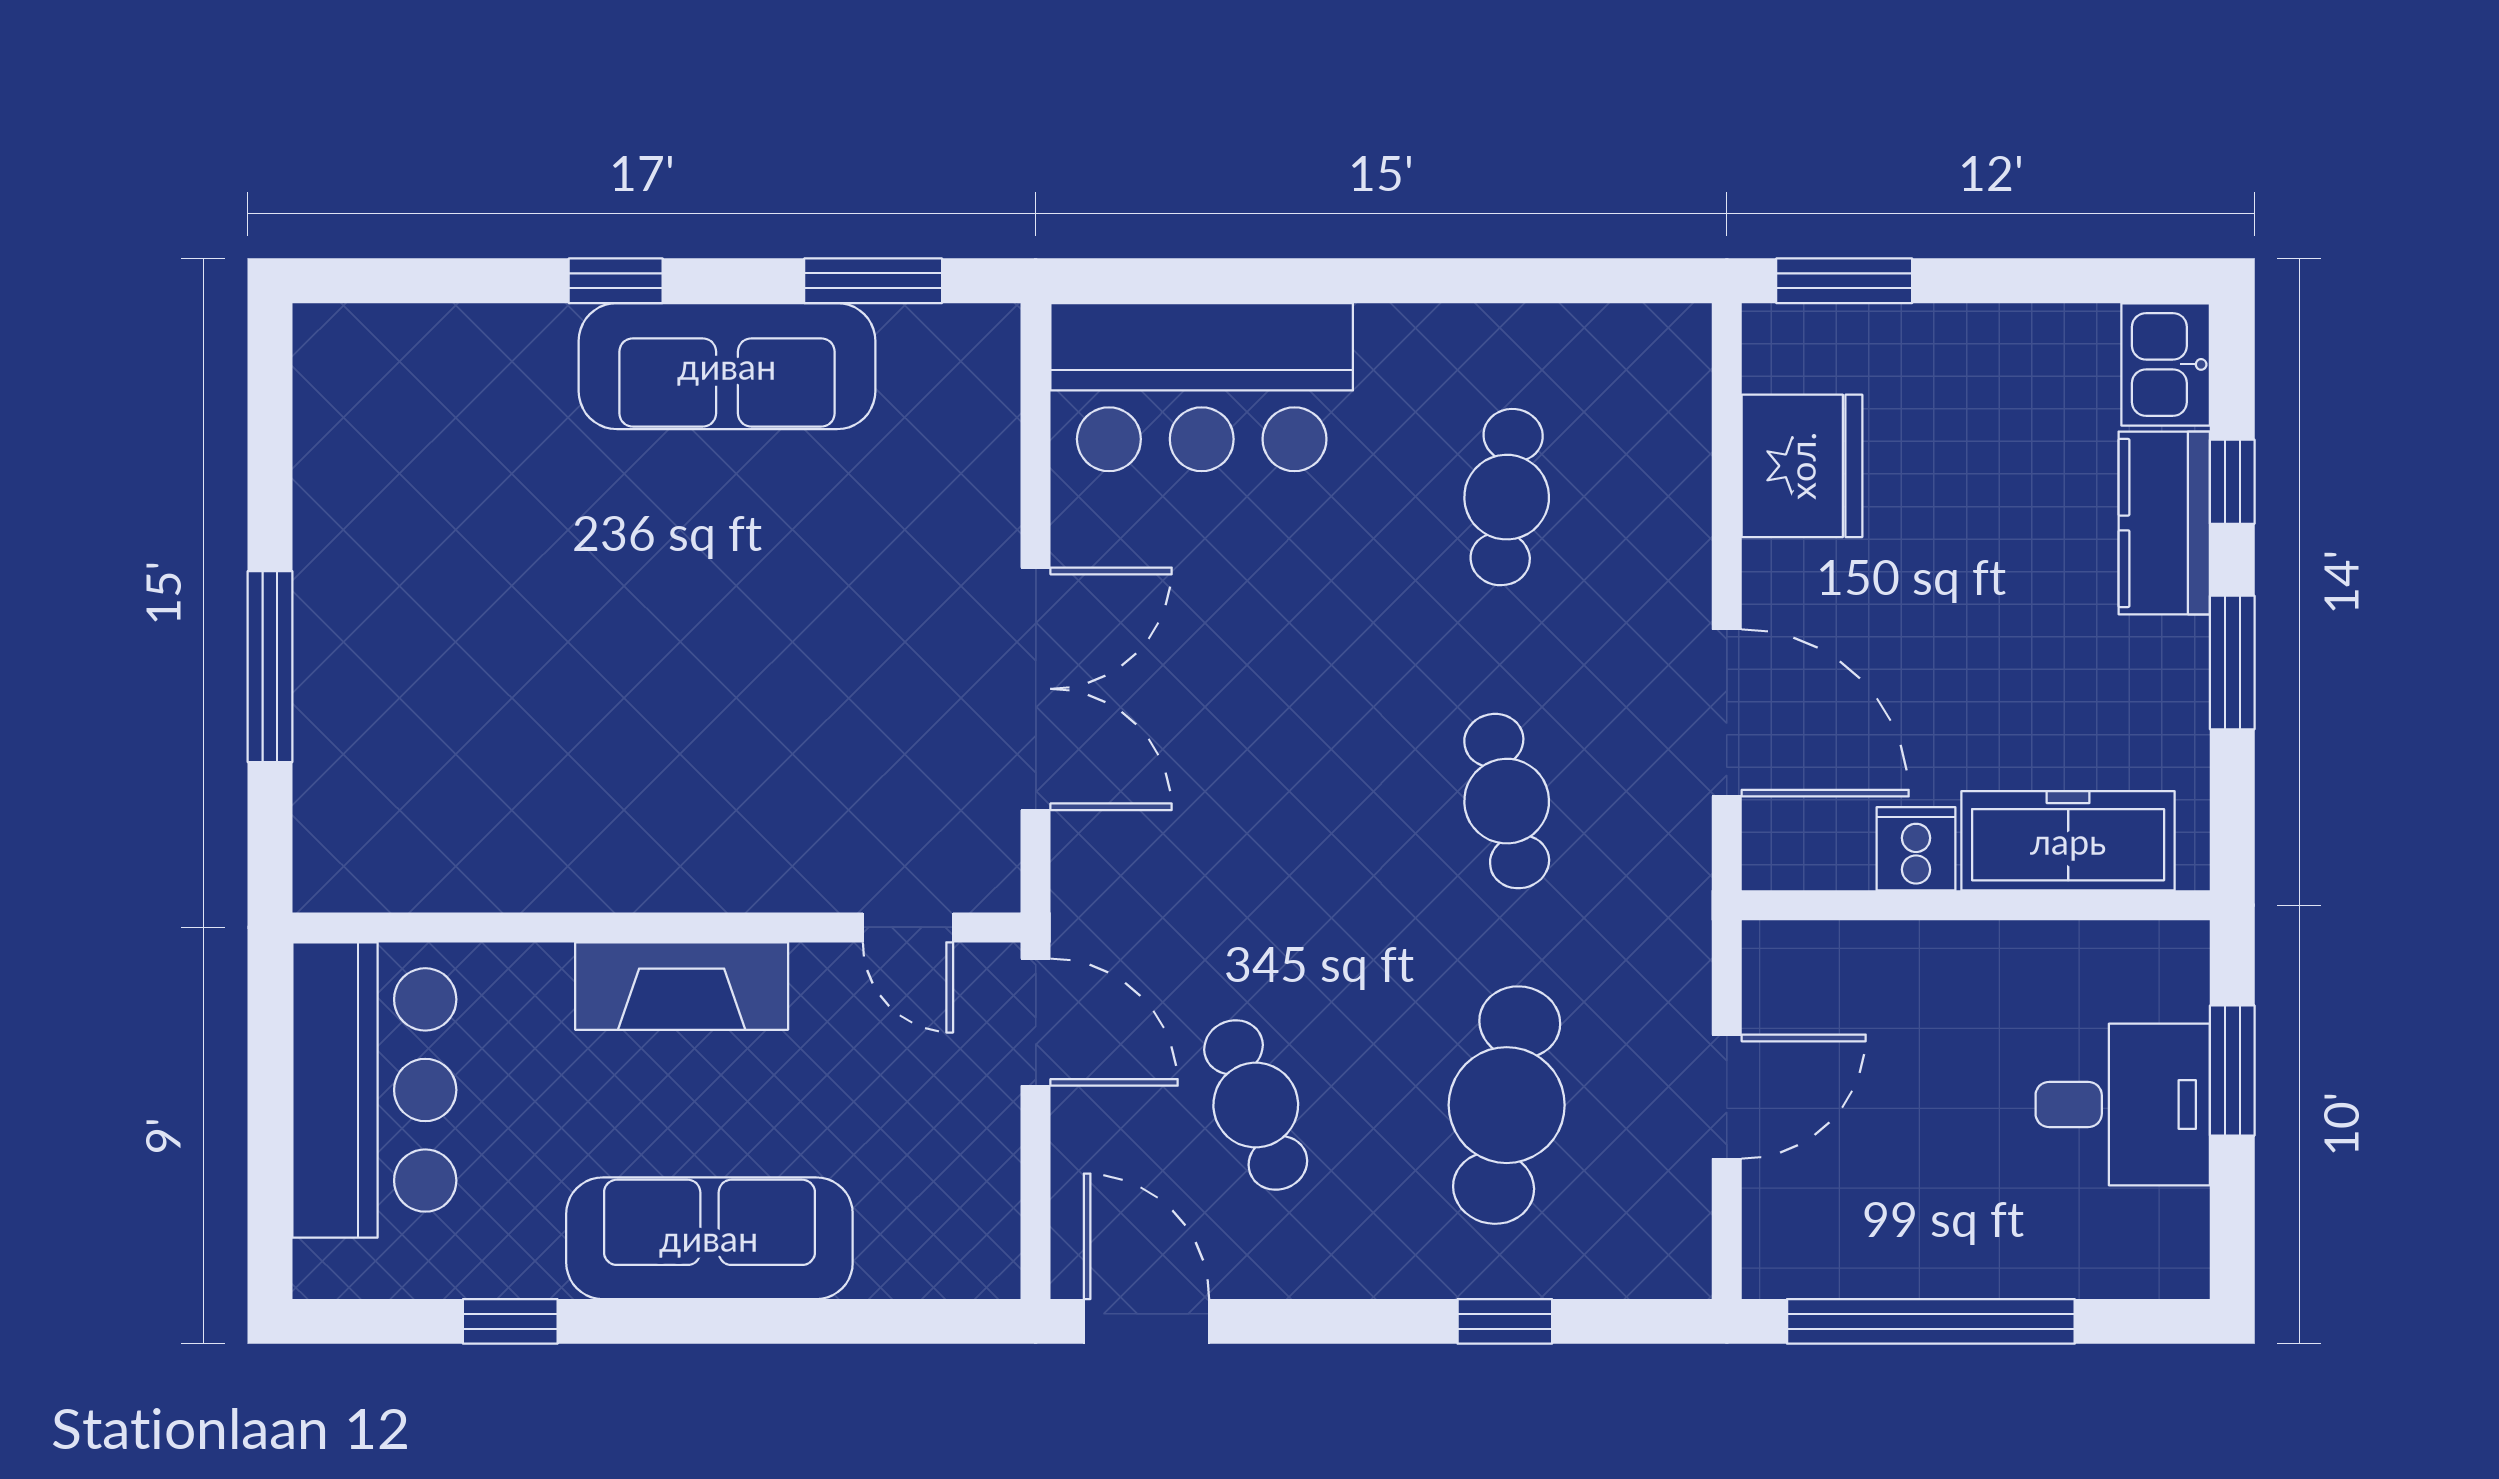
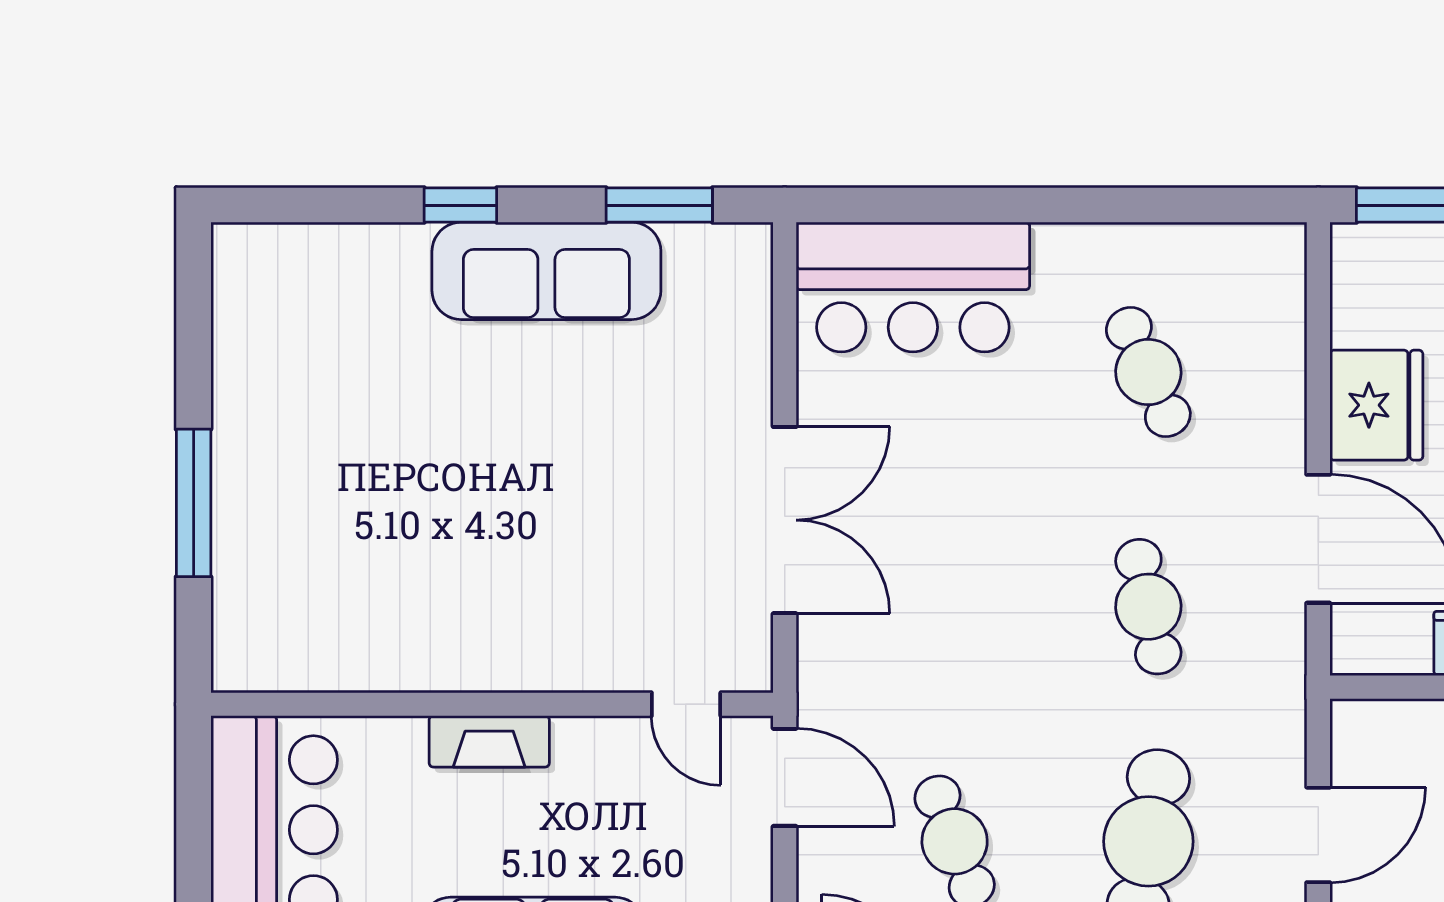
fridge: (1802, 466) -> (1376, 405), moved
cafe table: (1507, 497) -> (1148, 372), turned -30
fireplace: (682, 986) -> (489, 741), width x0.73, depth x0.76

